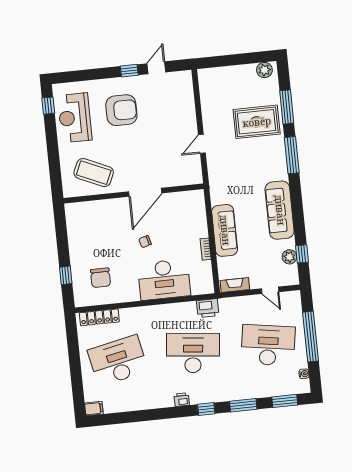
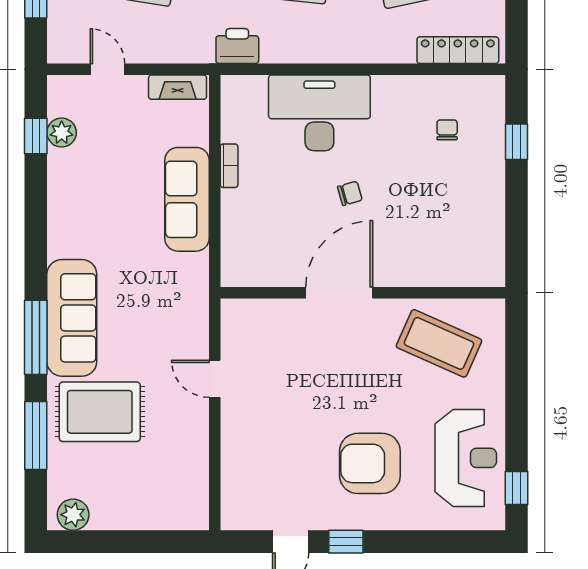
door: (202, 144) -> (215, 379), swing flipped
sofa: (280, 210) -> (72, 318), moved
chair: (101, 278) -> (447, 130), width x0.54, depth x0.54

